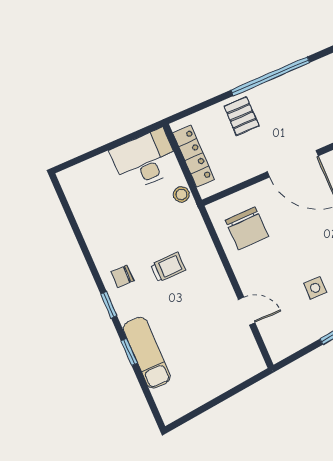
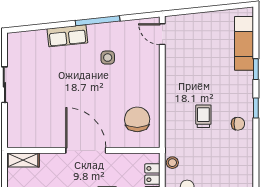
trolley: (168, 267) -> (203, 116), turned 90
door: (247, 311) -> (162, 34), moved
exam couch: (147, 353) -> (244, 43), moved

